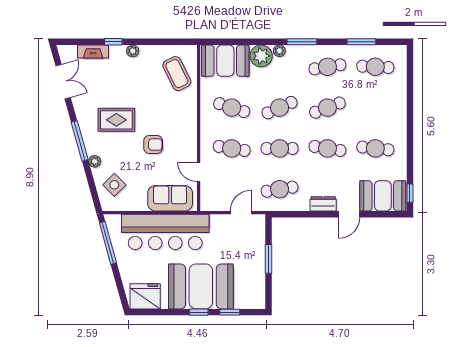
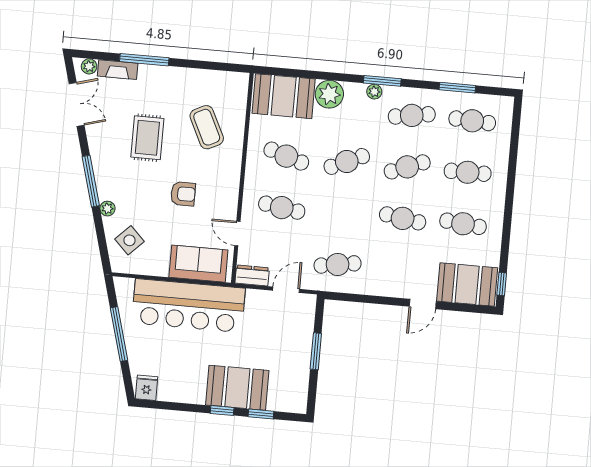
window: (113, 42) -> (144, 60), width x2.17
plant: (133, 51) -> (89, 66), moved
plant: (279, 51) -> (374, 92), moved
coffee table: (177, 74) -> (207, 127), moved
rug: (116, 120) -> (147, 138), moved, turned 90
cafe table: (280, 148) -> (468, 172), moved
dresser: (323, 204) -> (252, 275), moved
window: (108, 243) -> (119, 334), moved
booth: (201, 286) -> (237, 388), width x0.73, depth x0.70
fridge: (145, 296) -> (147, 388), width x0.53, depth x0.75

